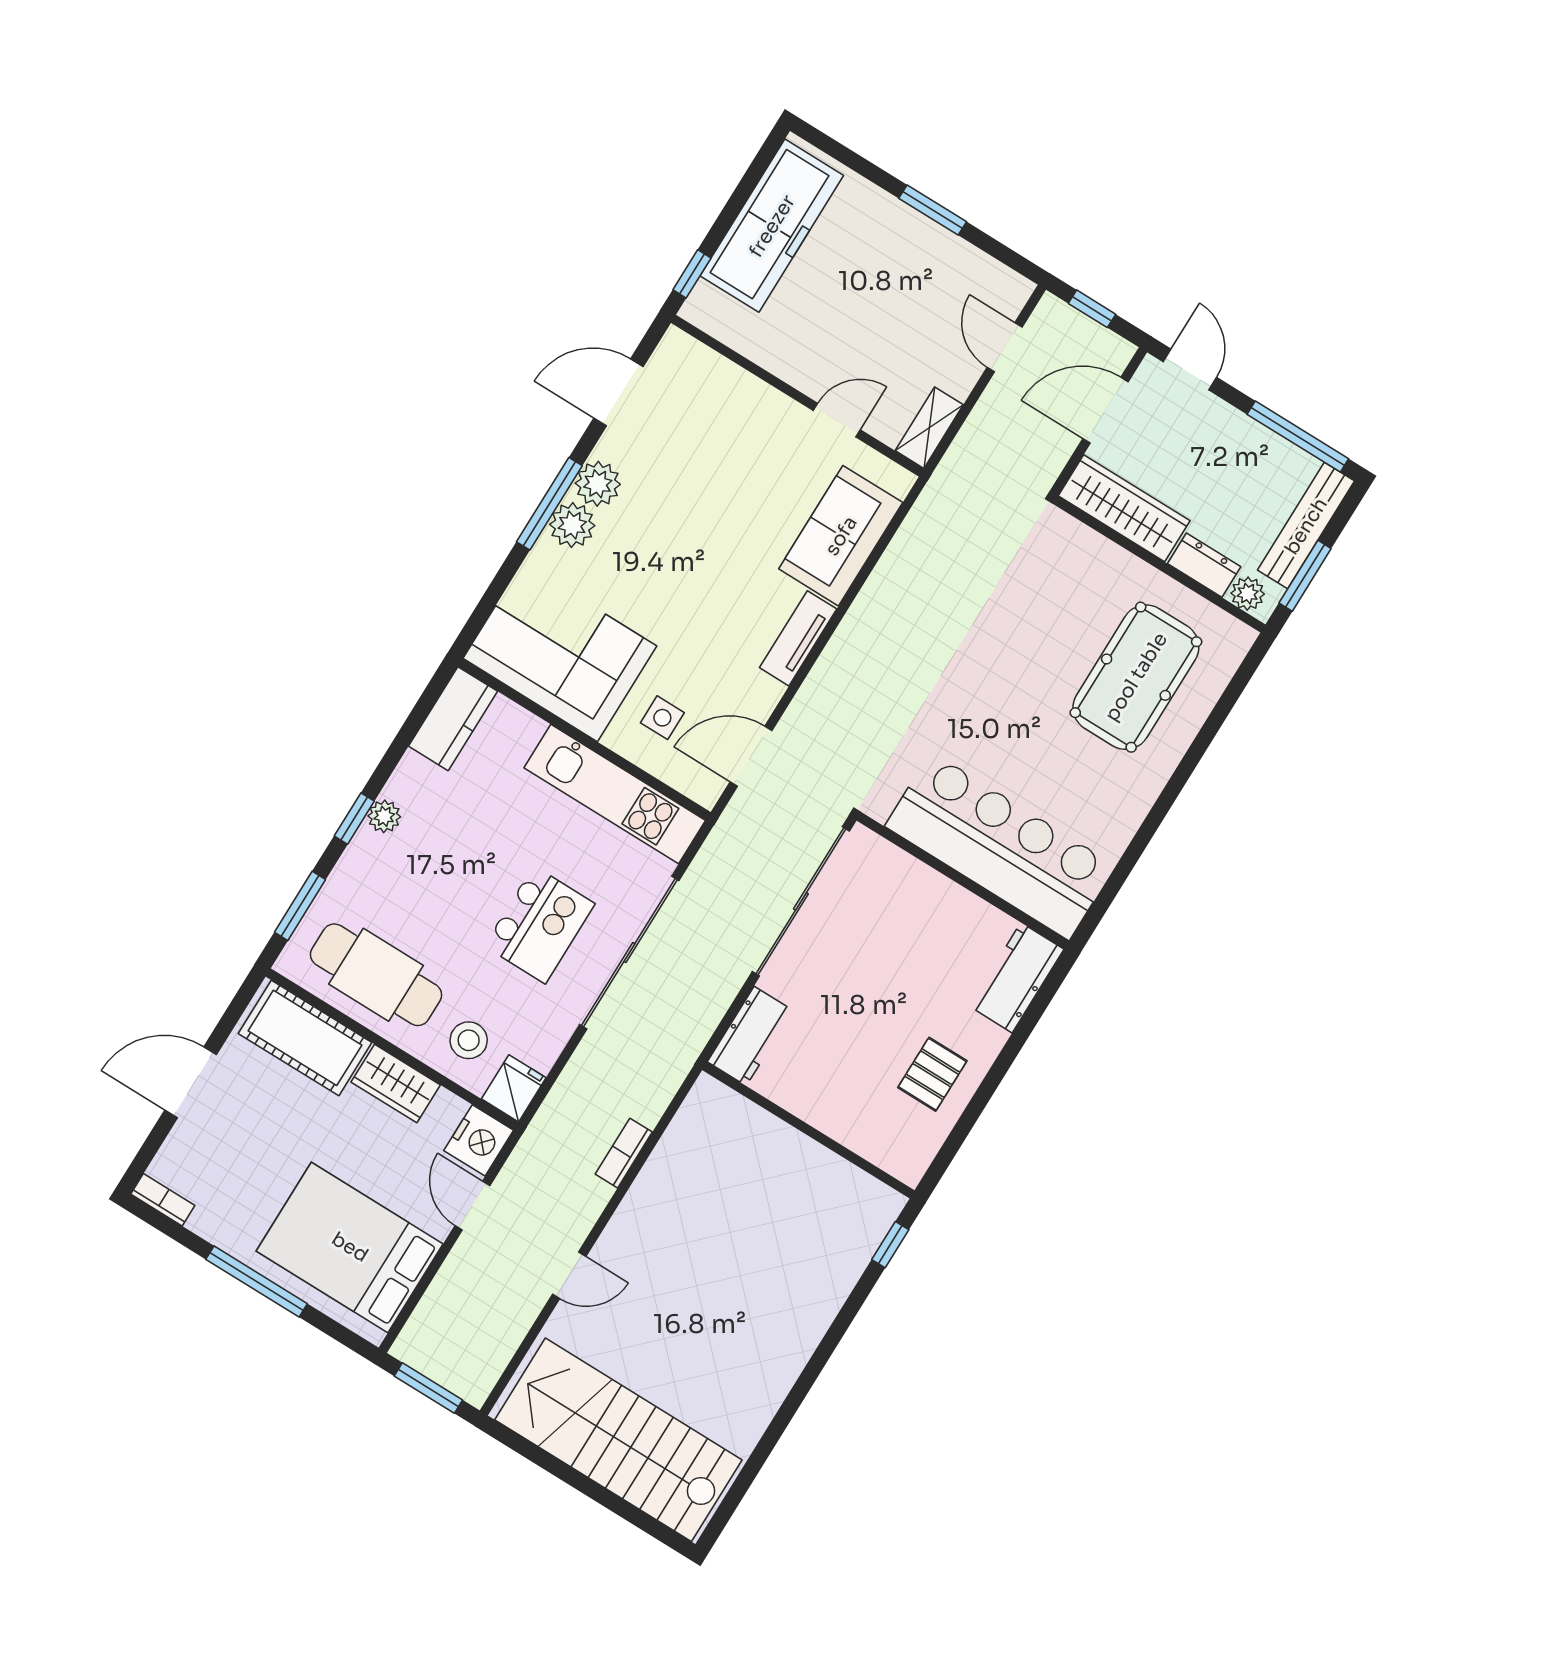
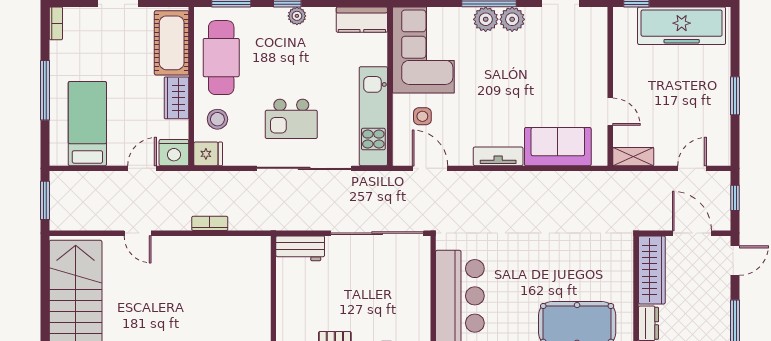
bed: (350, 1247) -> (87, 124), width x0.67

